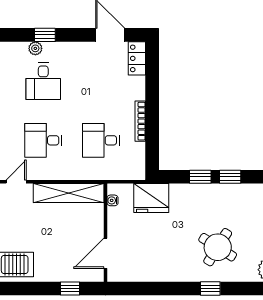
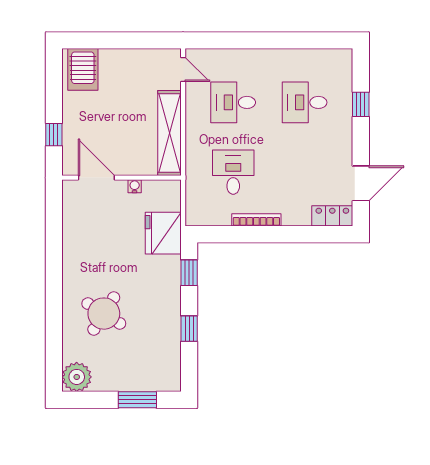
plant: (35, 48) -> (344, 93), removed
desk: (43, 140) -> (233, 102), turned -90
window: (200, 177) -> (189, 273), moved
water cooler: (113, 200) -> (135, 186), moved
window: (210, 288) -> (54, 305), removed

